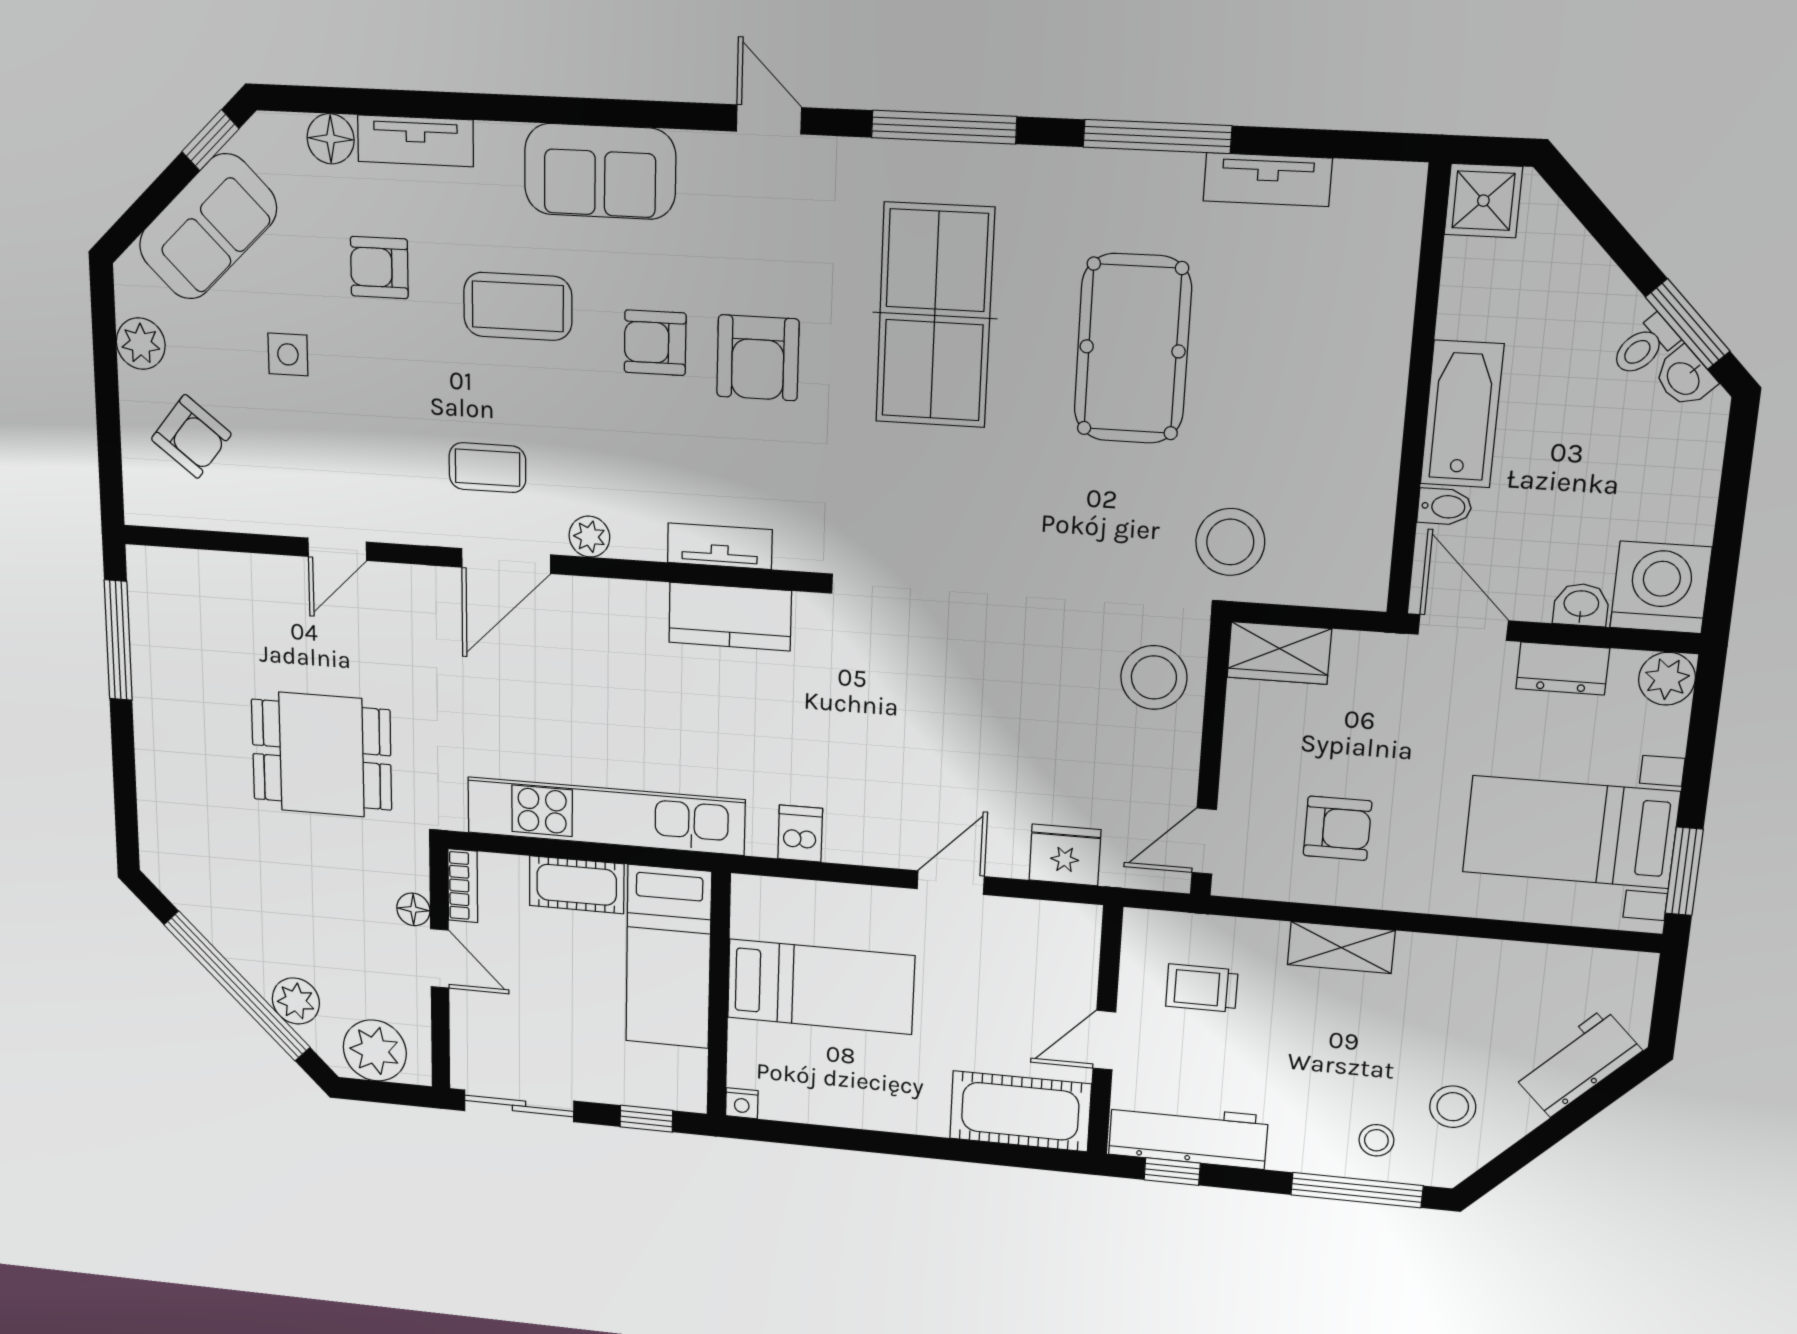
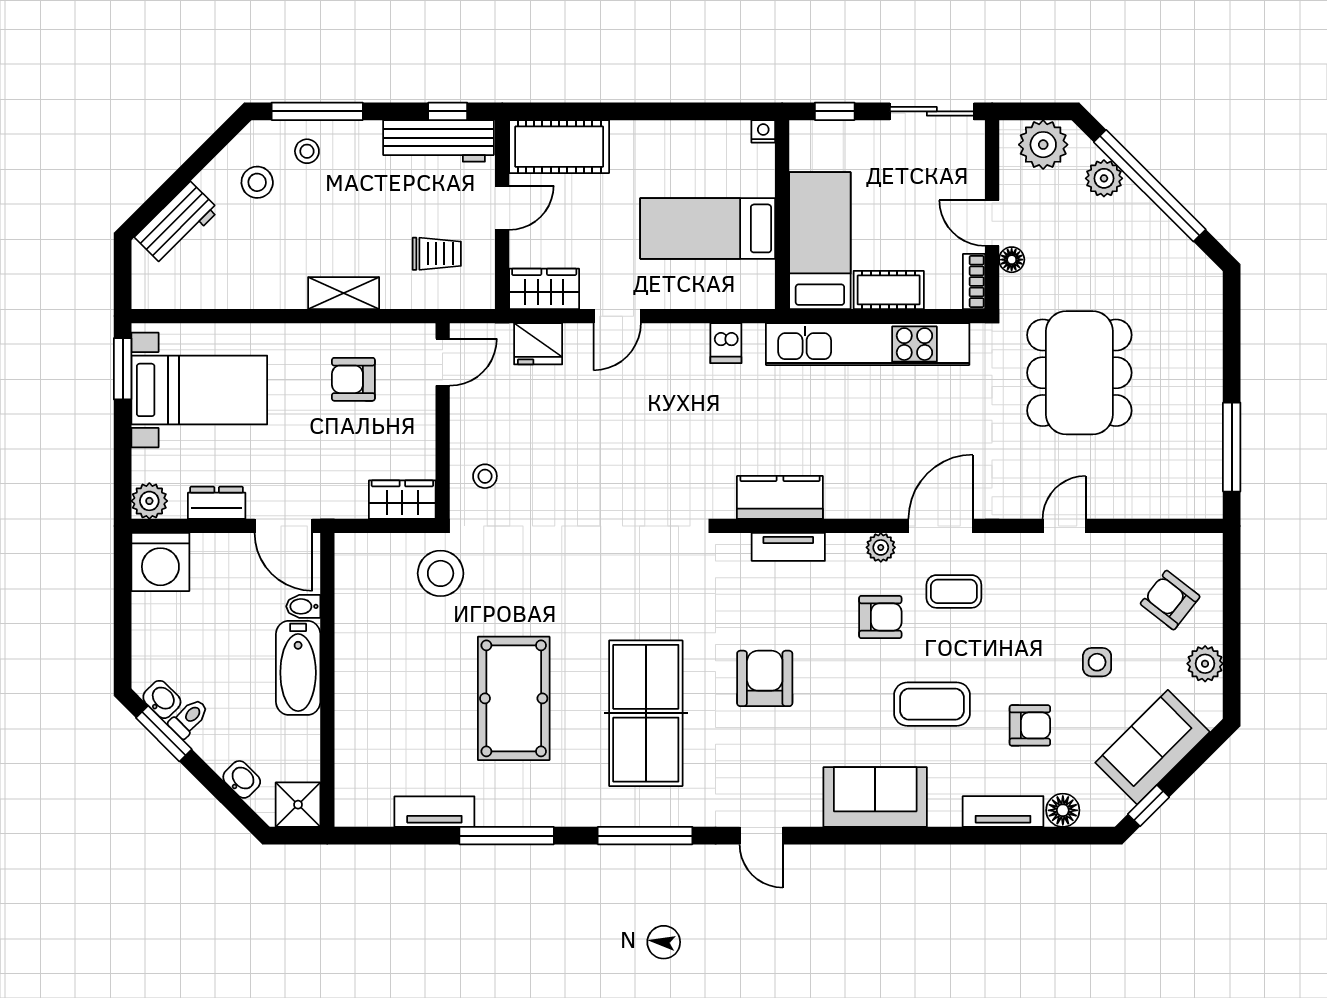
armchair: (655, 343) -> (880, 617), moved
washbasin: (1581, 605) -> (242, 779), moved, turned -135
stool: (1154, 677) -> (485, 476), width x0.53, depth x0.53
dining table: (322, 755) -> (1079, 373), width x1.38
wardrobe: (1052, 928) -> (544, 289), added

